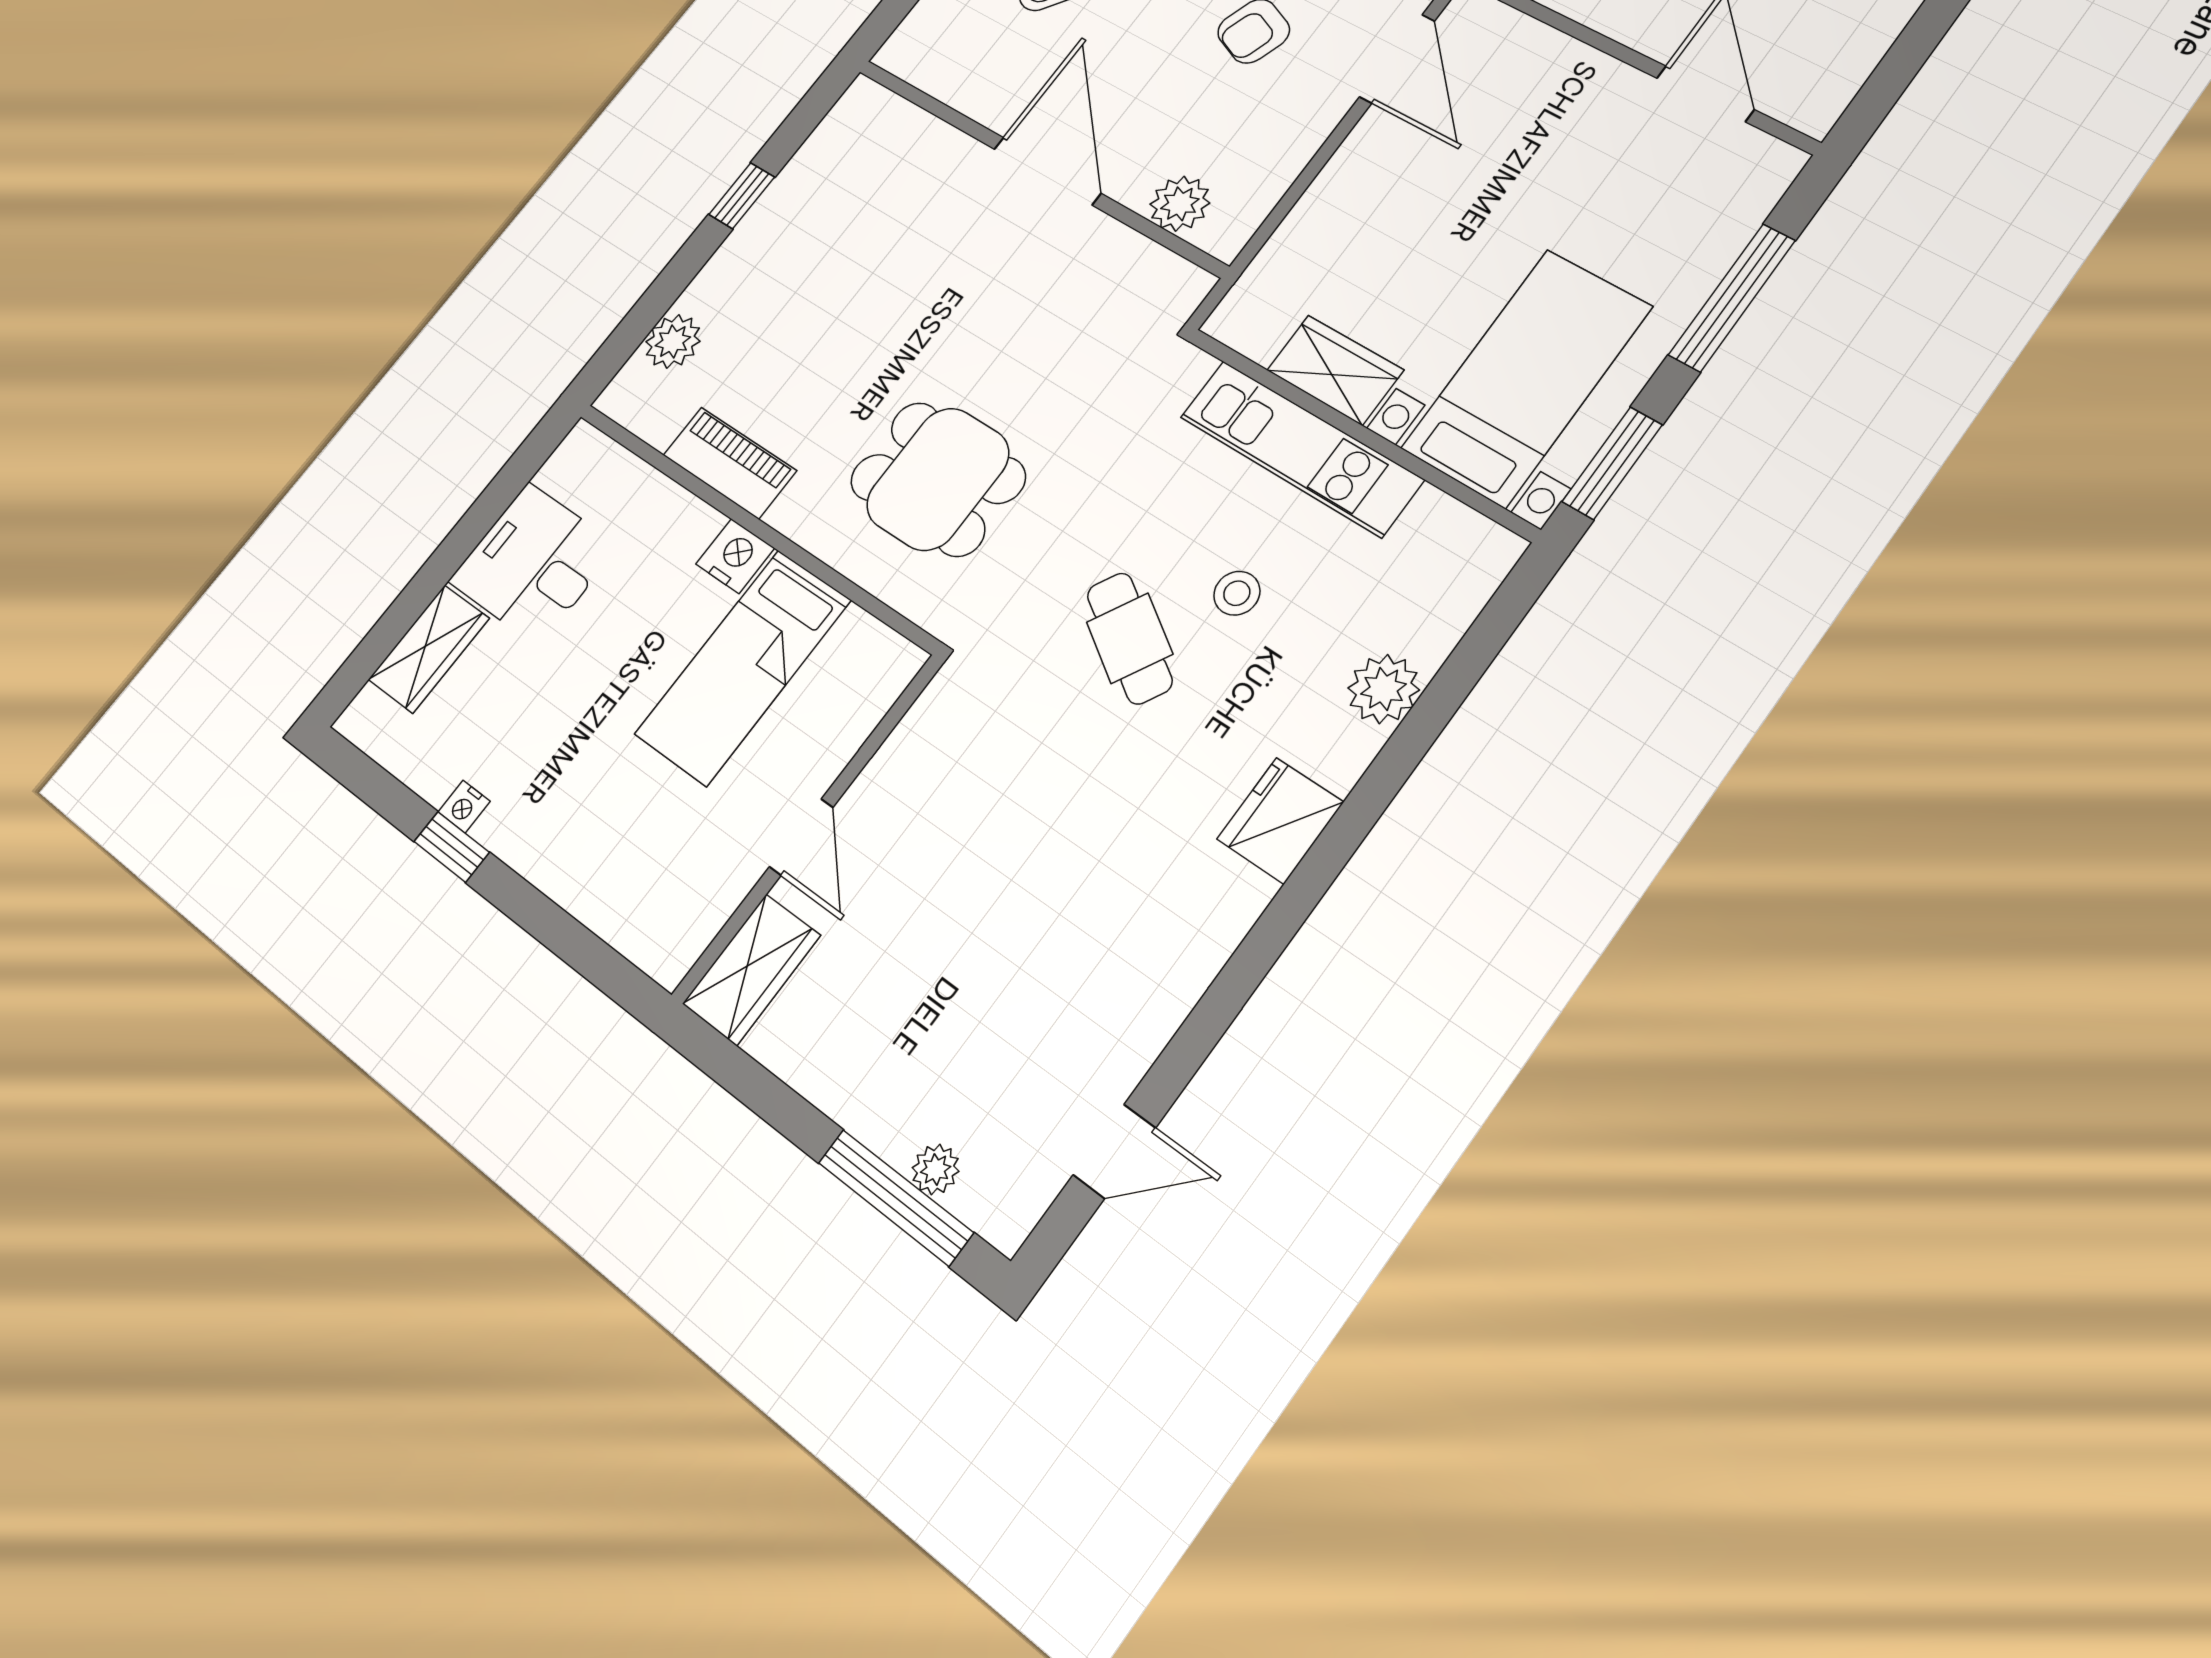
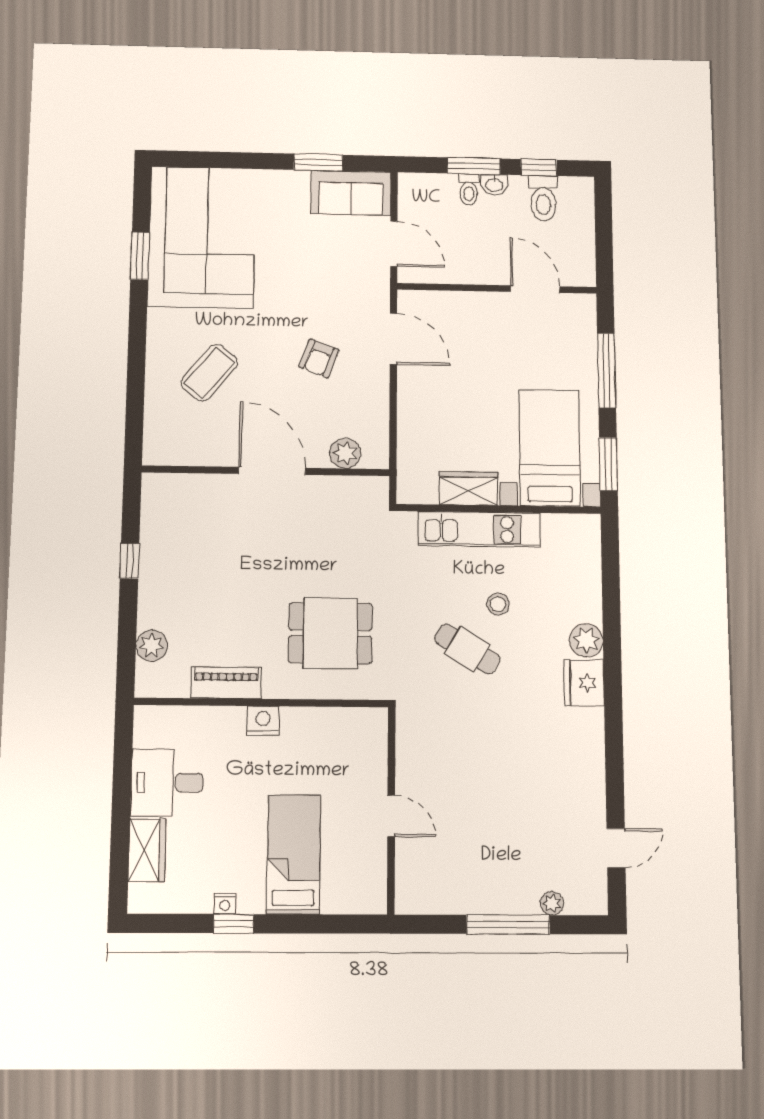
bed: (743, 667) -> (294, 854), moved, turned 180
plant: (1384, 689) -> (586, 640), moved
wardrobe: (751, 970) -> (413, 881), removed
window: (895, 1197) -> (508, 924), moved

